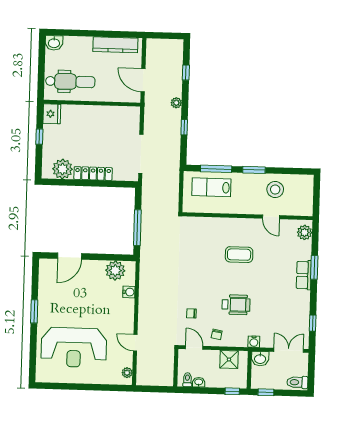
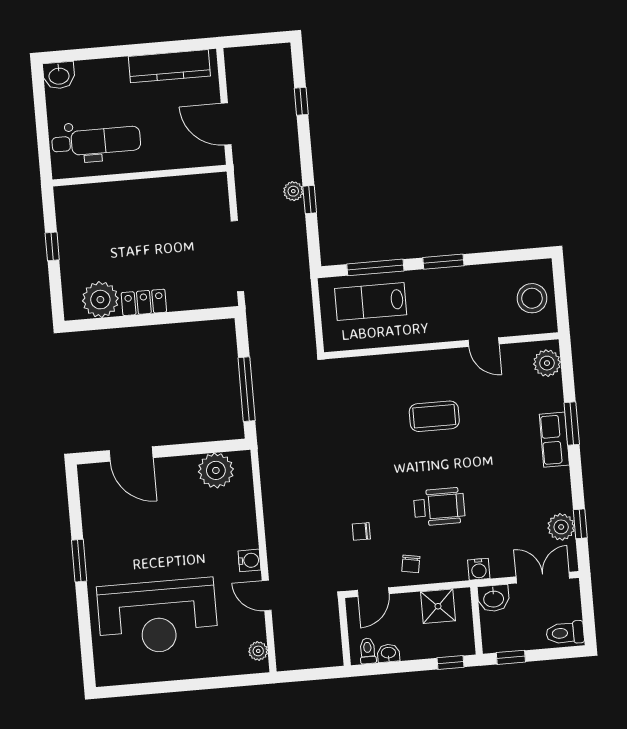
plant: (176, 103) -> (293, 191), moved
fridge: (52, 114) -> (70, 203), removed
locker: (93, 174) -> (144, 302), width x0.66
stool: (275, 189) -> (532, 298), moved
door: (70, 256) -> (131, 454), hinge flipped
water cooler: (129, 292) -> (249, 560), moved
plant: (302, 324) -> (561, 527), added
door: (194, 348) -> (373, 592), swing flipped

